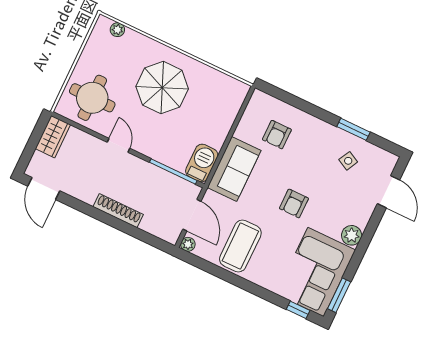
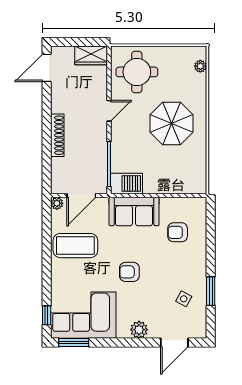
plant: (352, 235) -> (139, 330), moved

